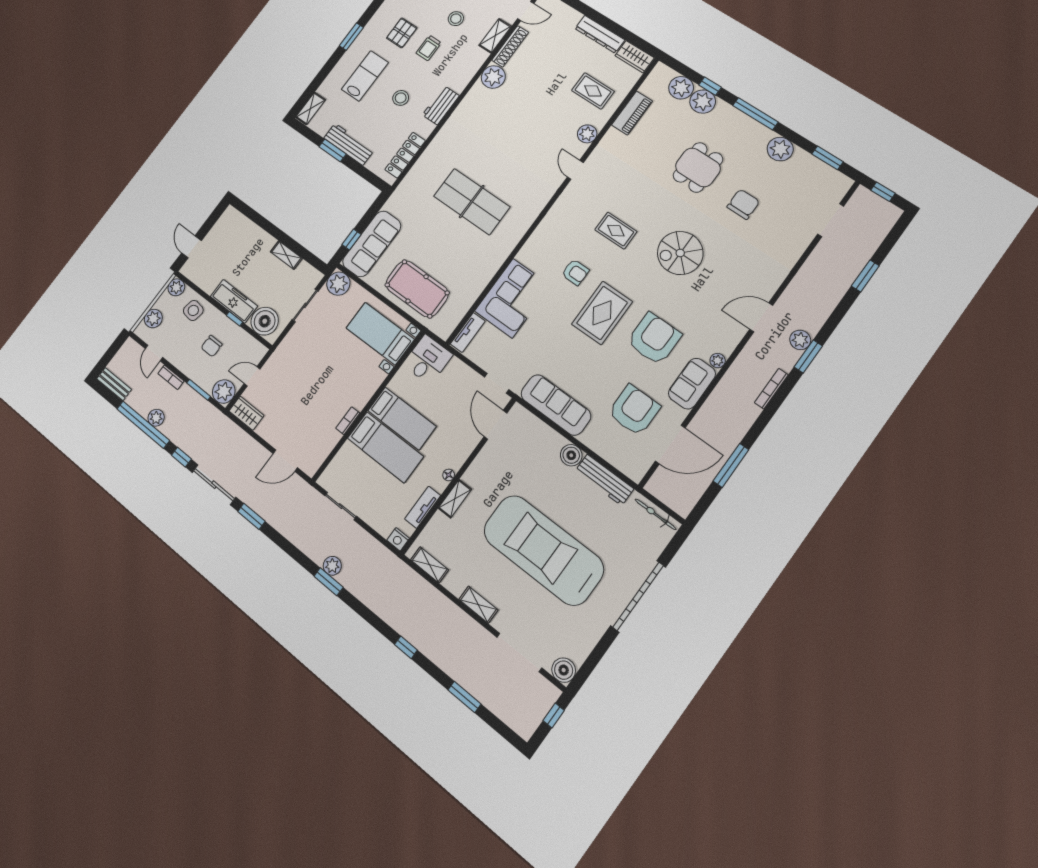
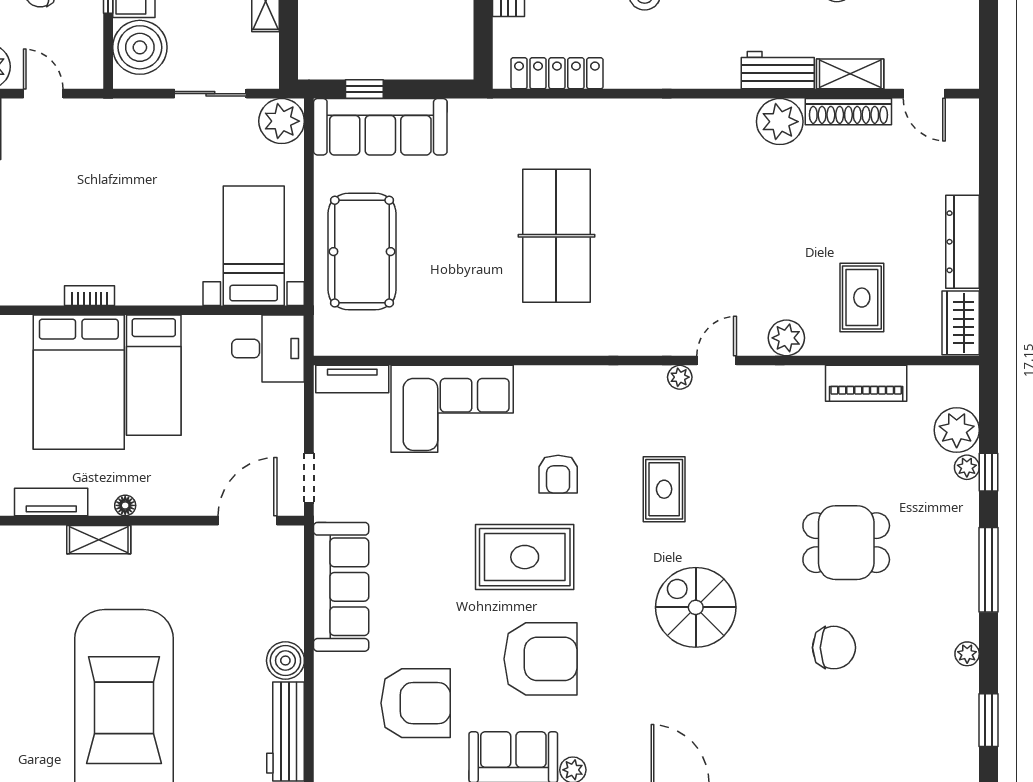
plant: (703, 102) -> (967, 467), width x0.53, depth x0.53
workbench: (441, 105) -> (778, 70), moved
plant: (780, 149) -> (967, 654), width x0.53, depth x0.53
plant: (571, 190) -> (680, 377), added
bed: (385, 447) -> (79, 382), width x1.50

